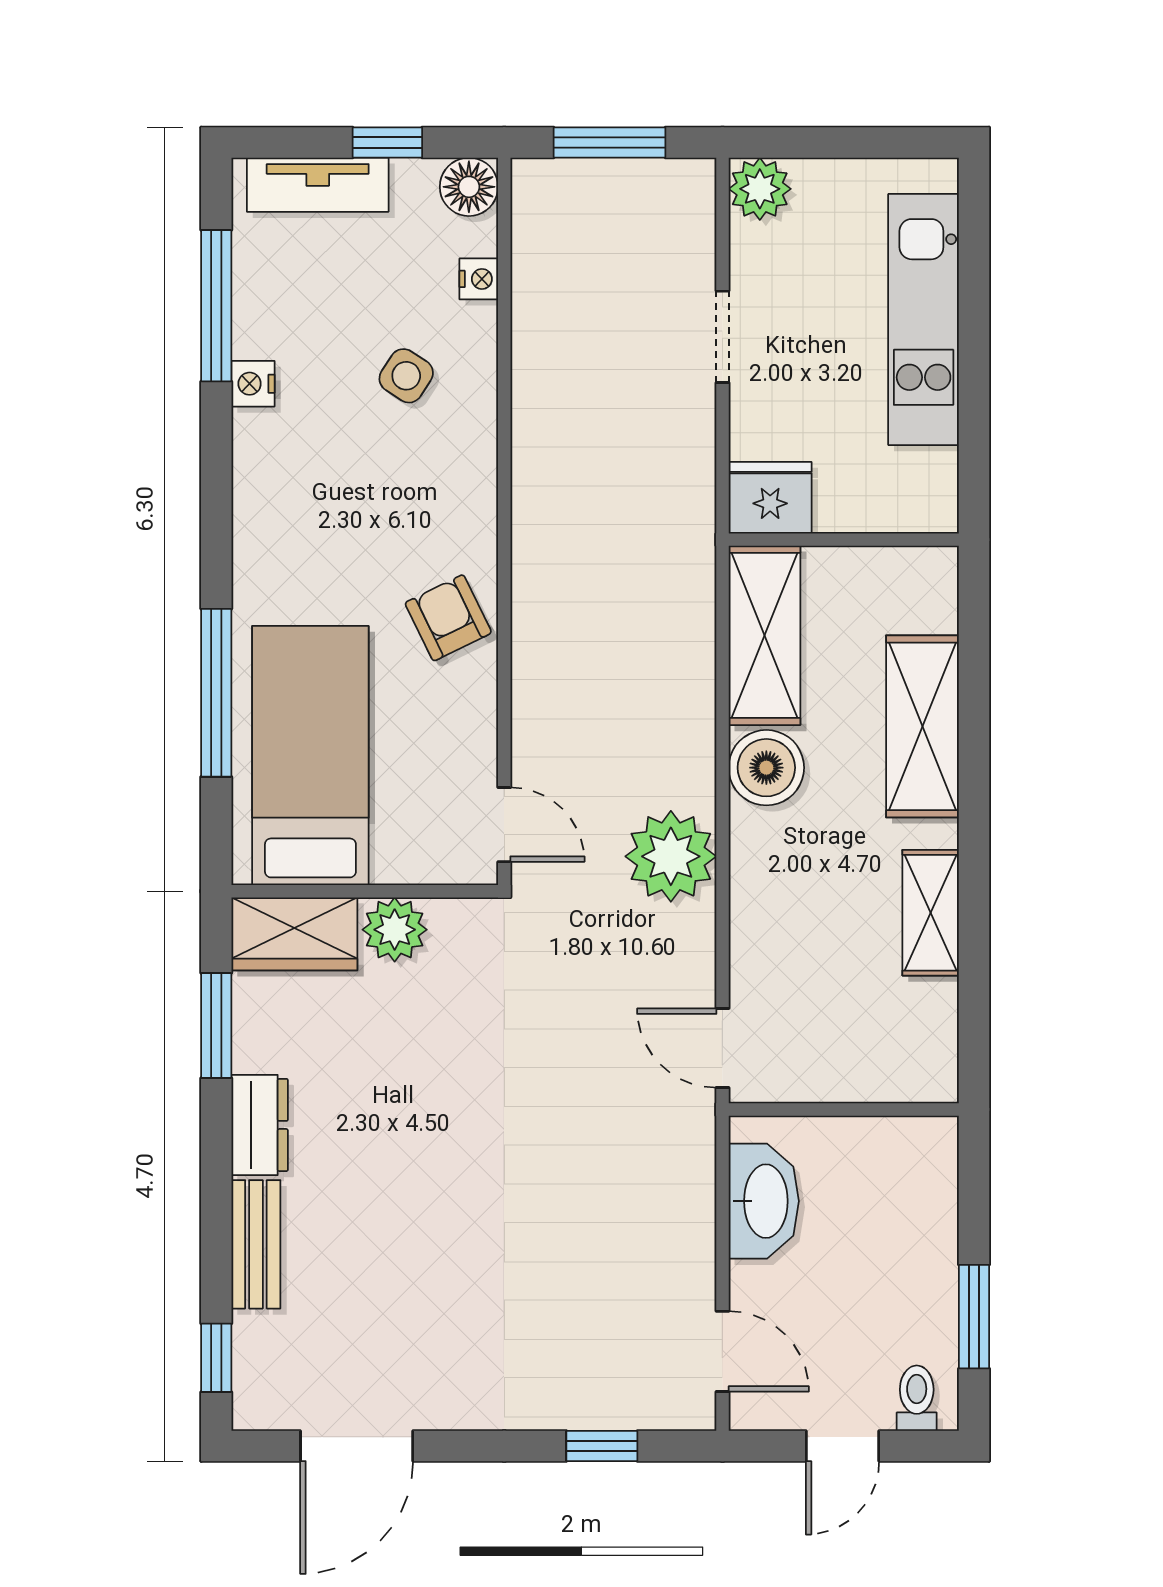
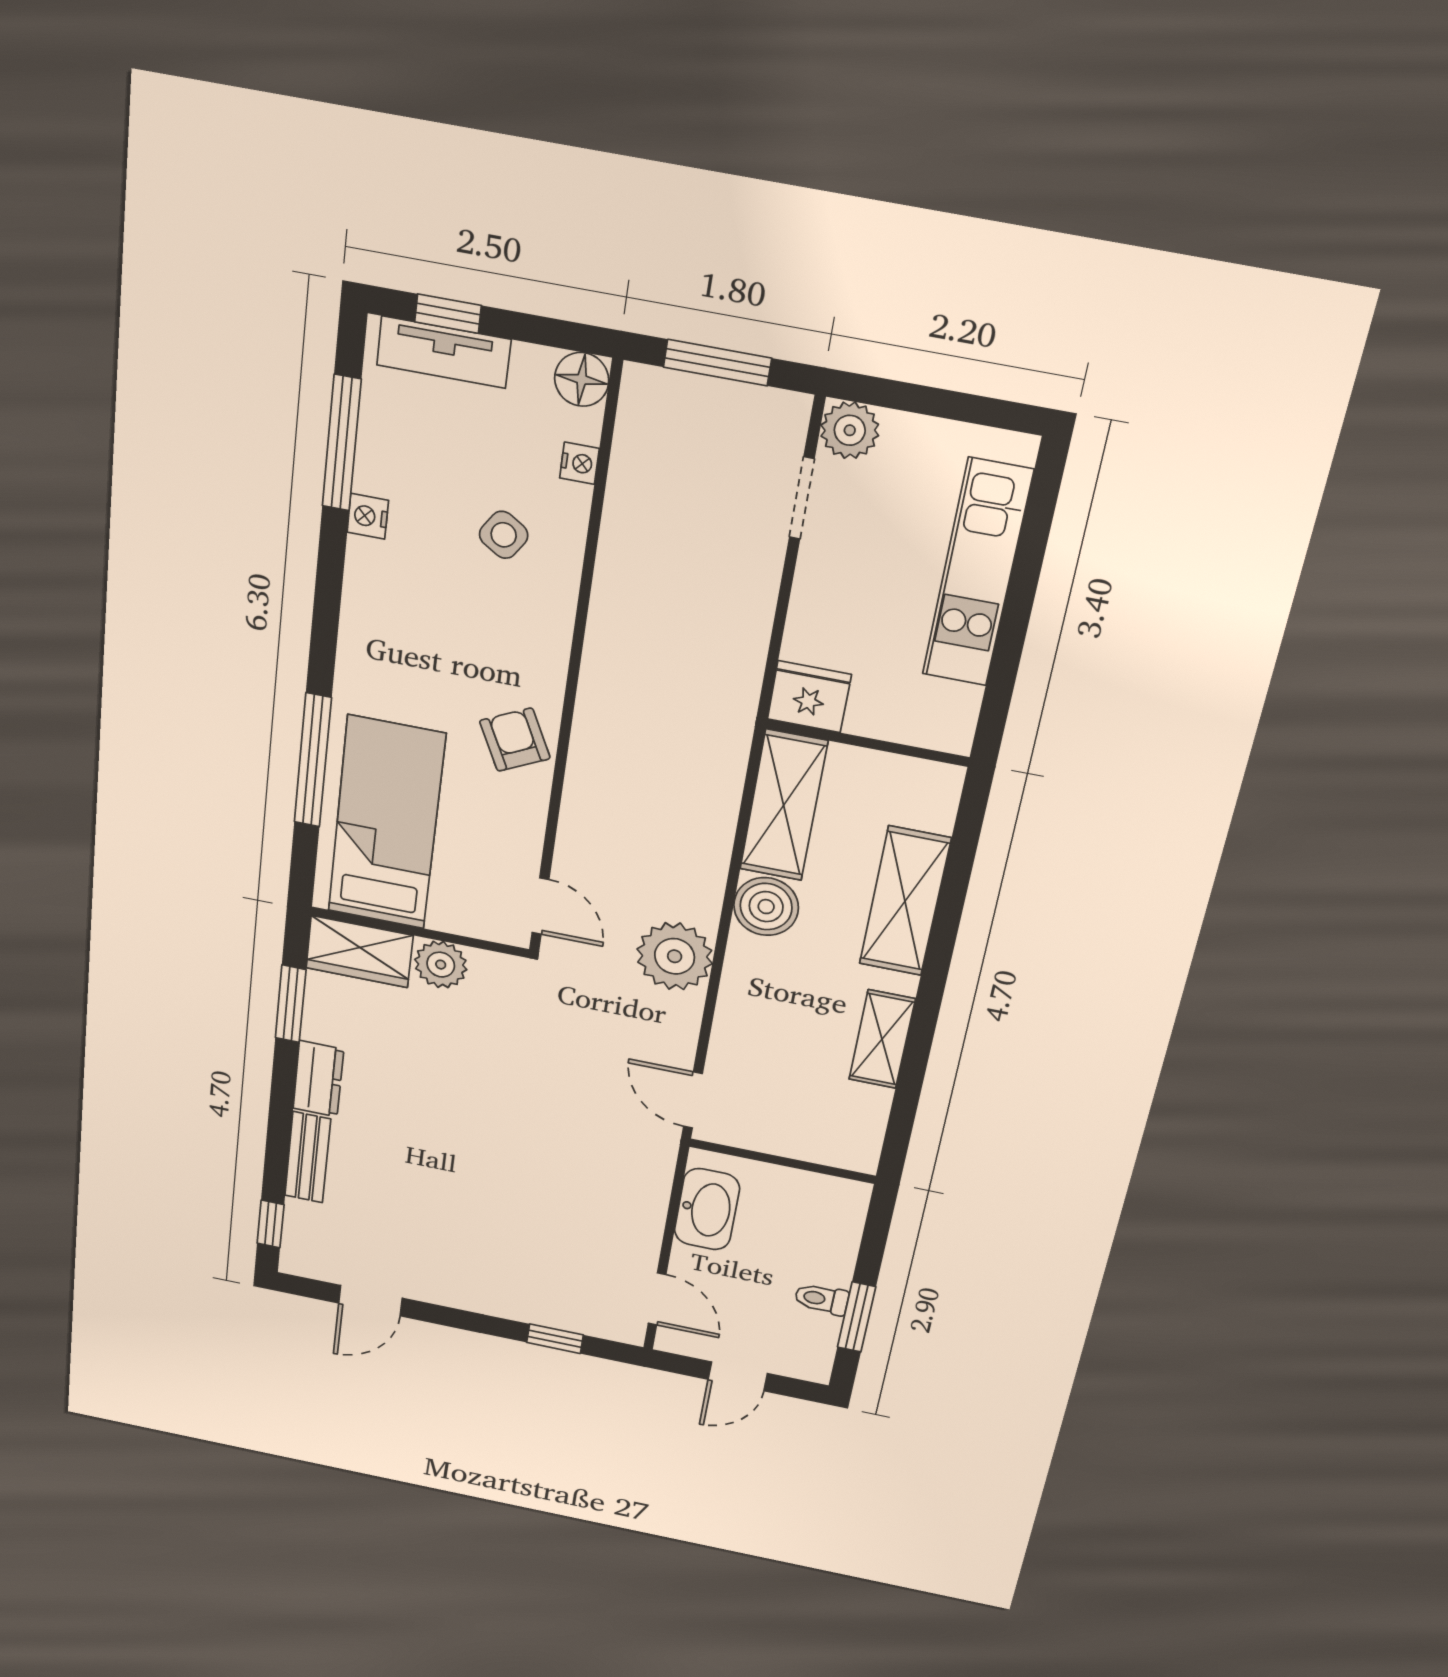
window: (387, 142) -> (448, 314), moved
doorway: (722, 337) -> (802, 498), moved
toilet: (917, 1398) -> (822, 1299), moved, turned -90
door: (357, 1446) -> (370, 1301), width x0.73

